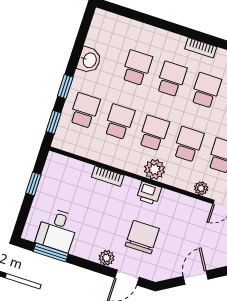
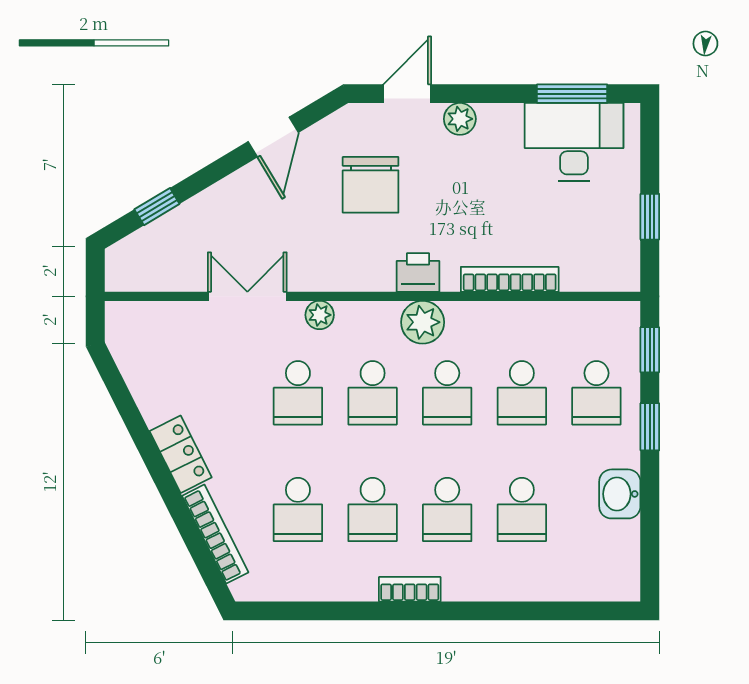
bookcase: (108, 176) -> (510, 279), width x1.56
desk: (57, 230) -> (574, 142), width x1.37
chair: (142, 237) -> (371, 185), moved

